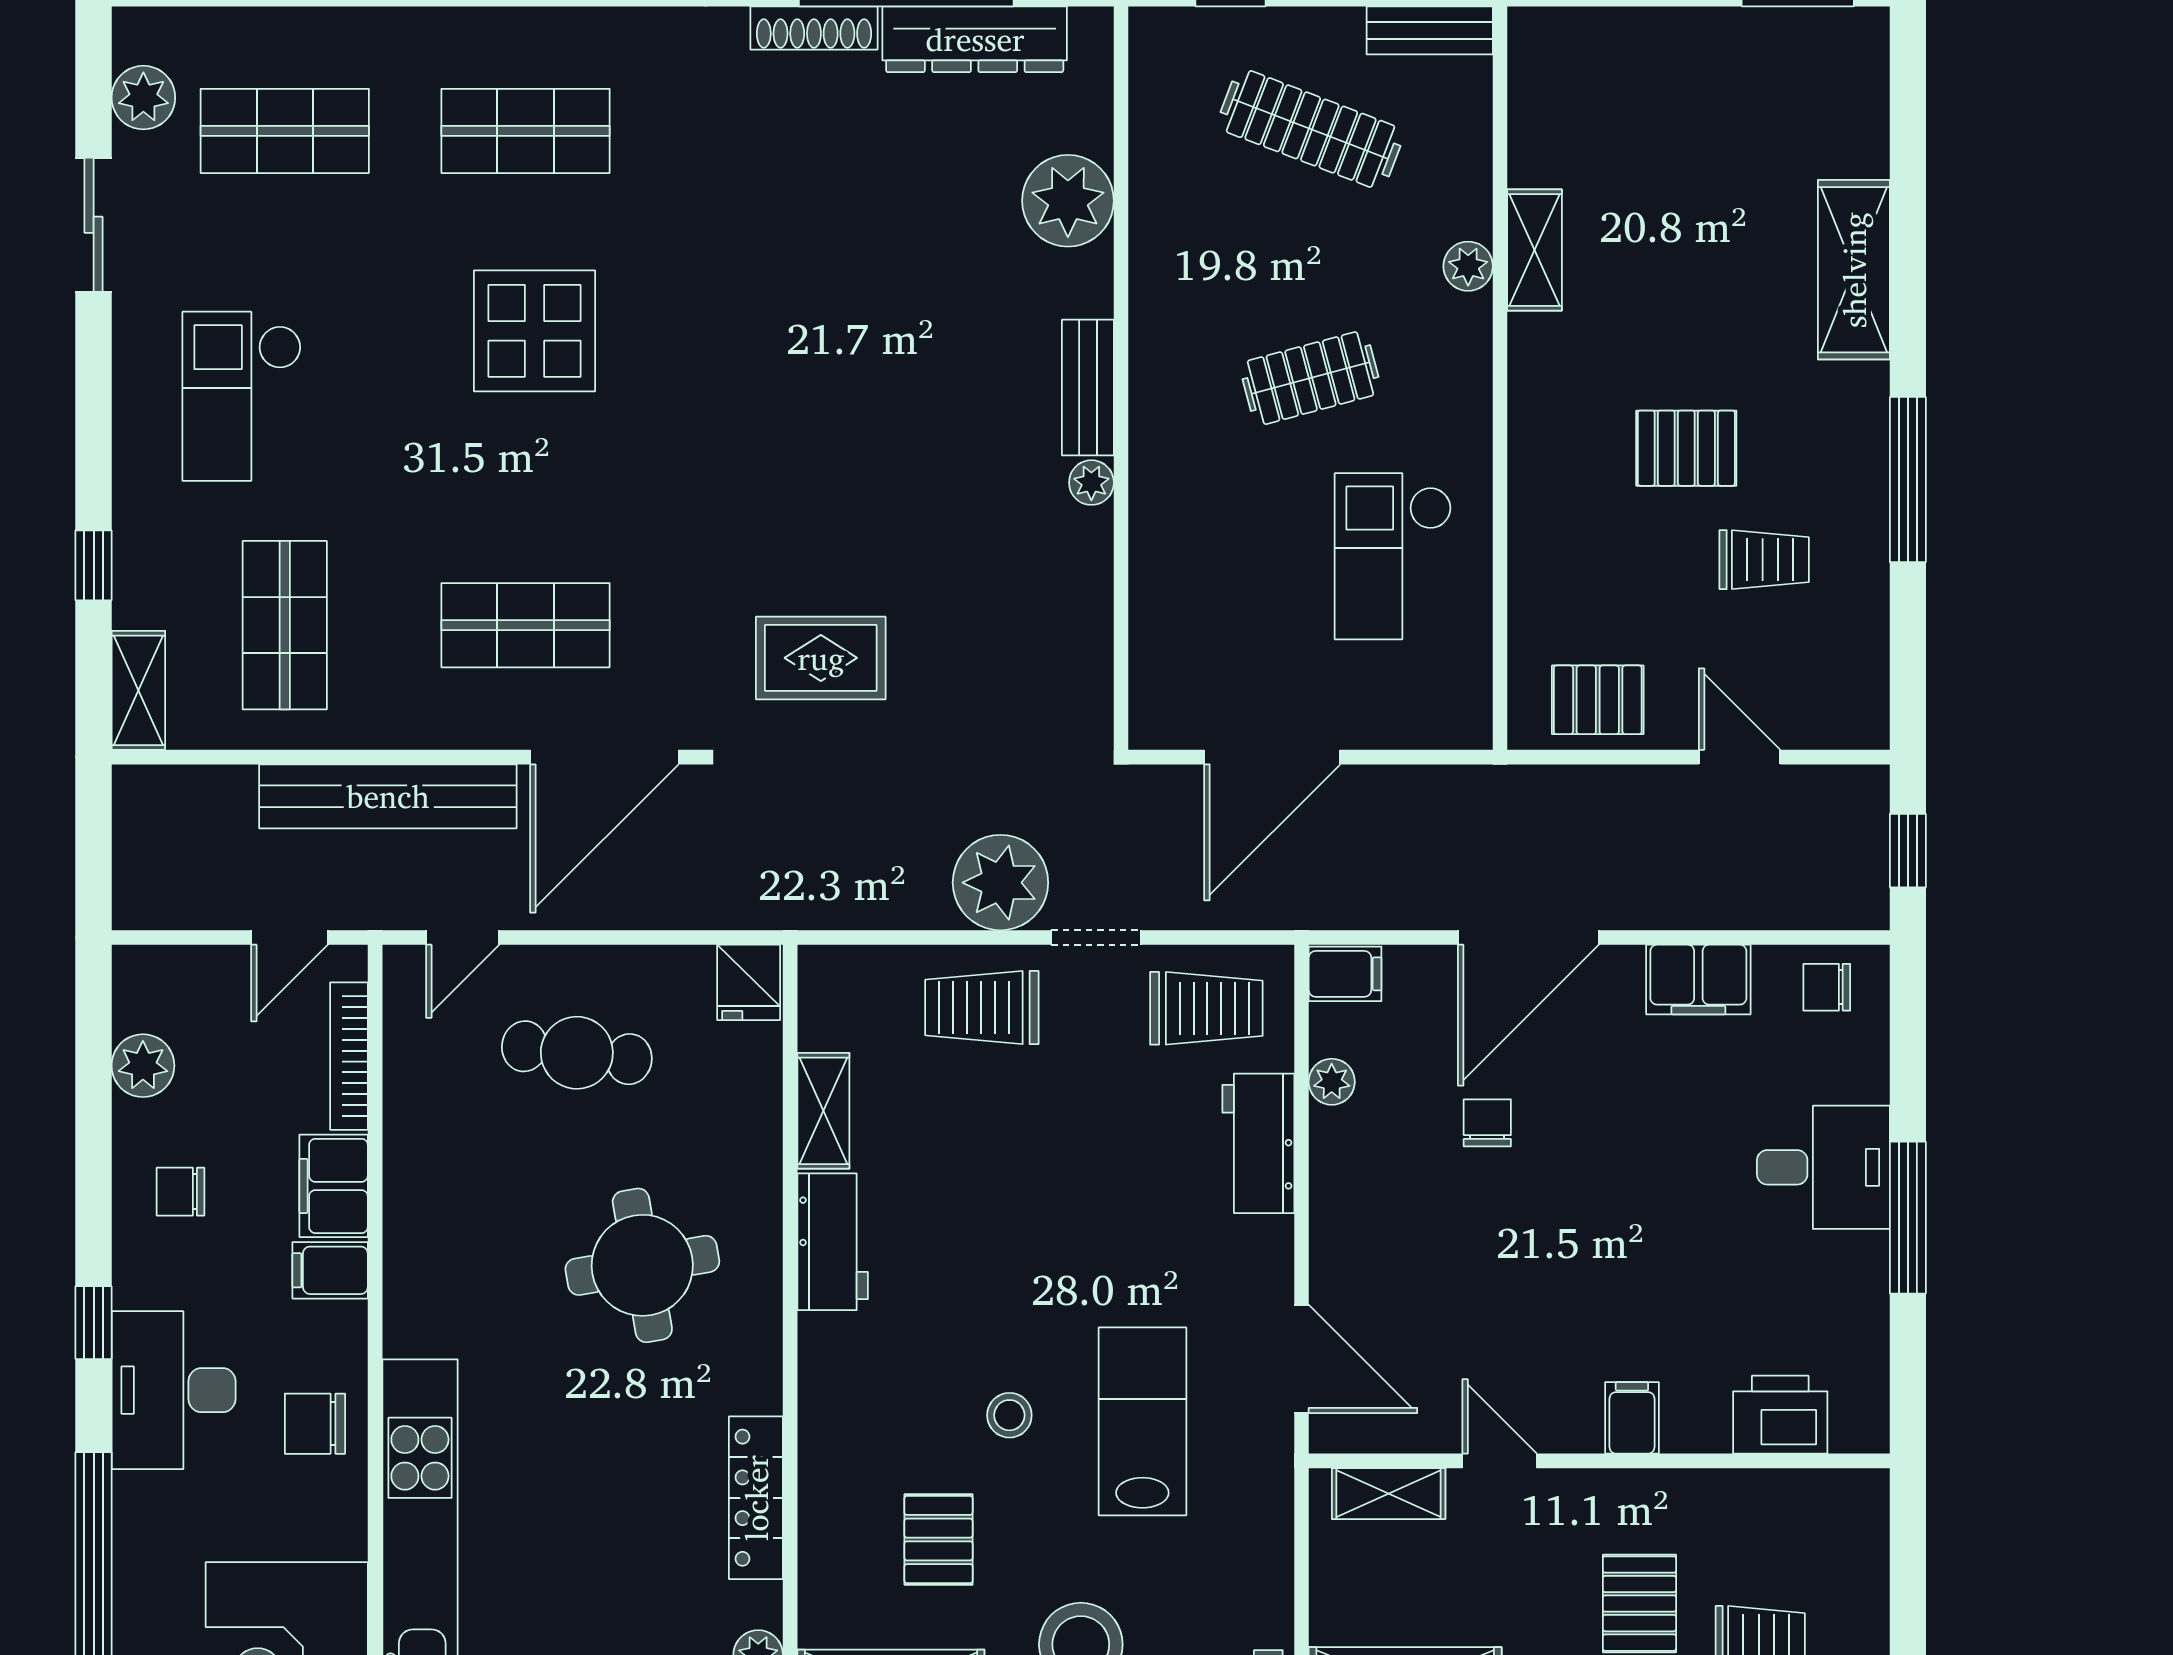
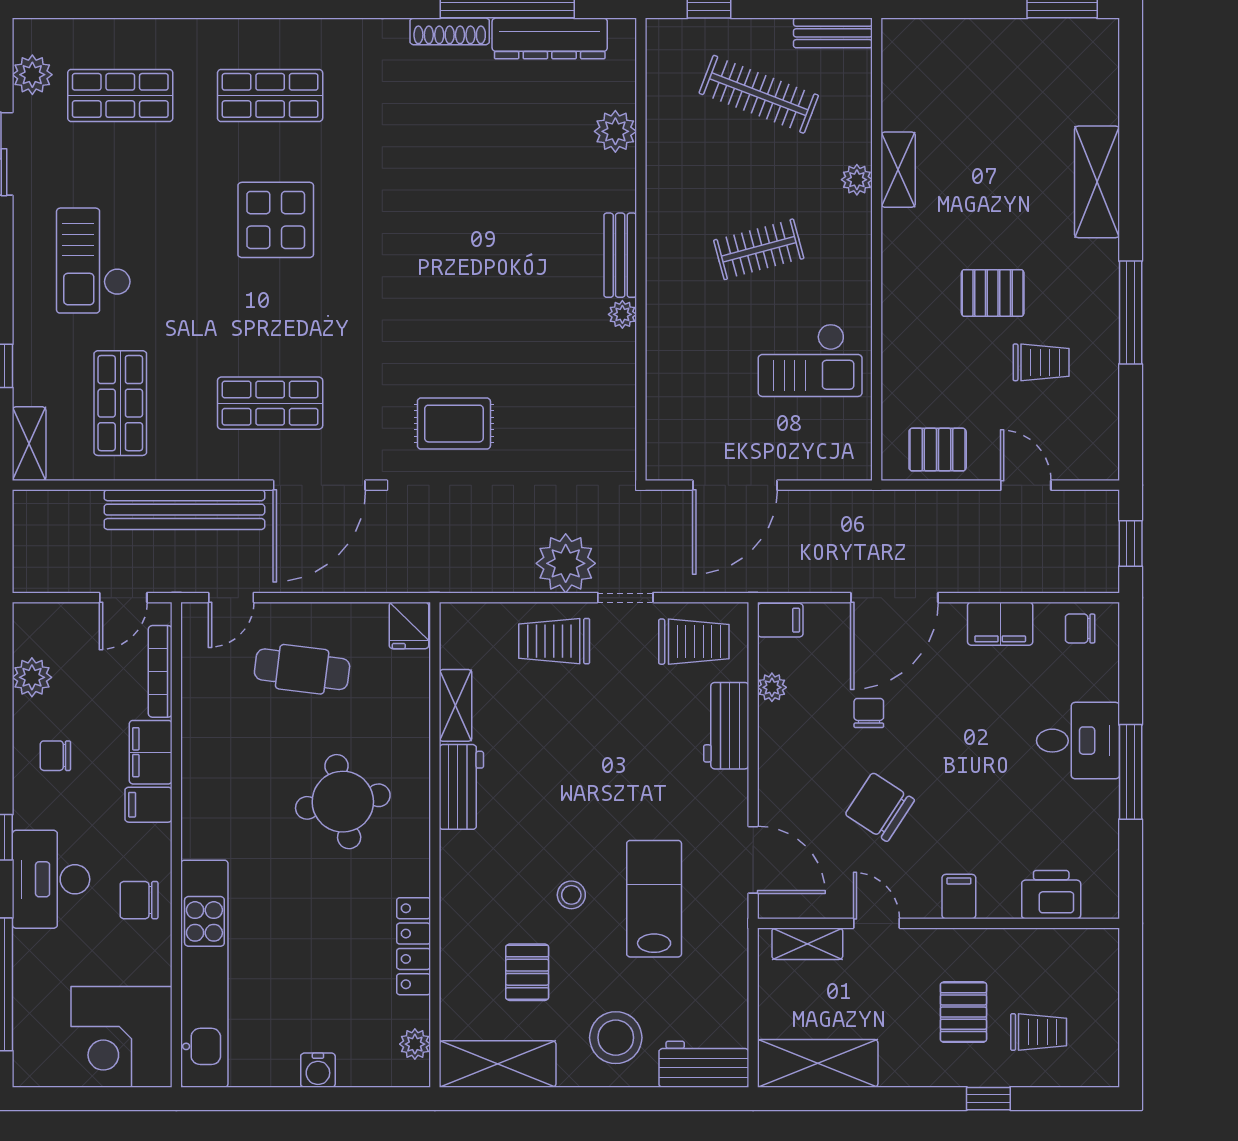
plant: (1068, 201) -> (615, 131), width x0.73, depth x0.73
checkout: (1393, 556) -> (810, 360), turned -90
chair: (1505, 1274) -> (880, 807), added

